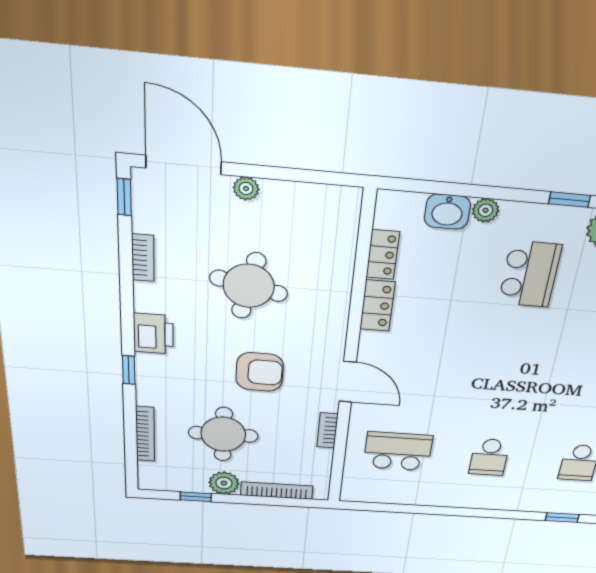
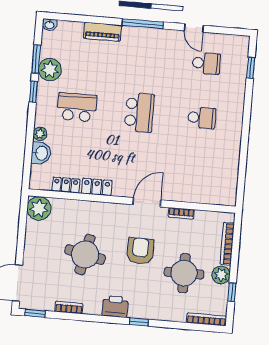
plant: (246, 188) -> (39, 208), moved, width x1.88, depth x1.88
bookcase: (145, 434) -> (207, 319), moved
school desk: (398, 451) -> (139, 112), moved, turned 180

